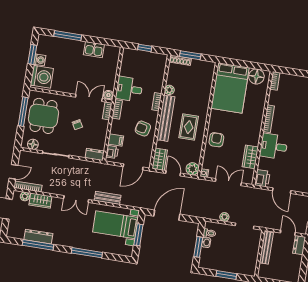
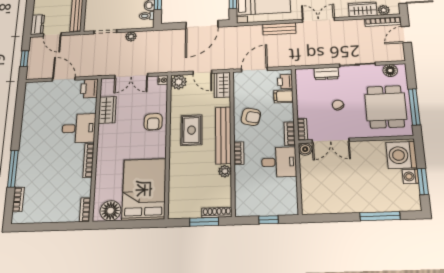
kitchen sink: (94, 50) -> (339, 204), removed
dresser: (95, 154) -> (326, 73), moved

